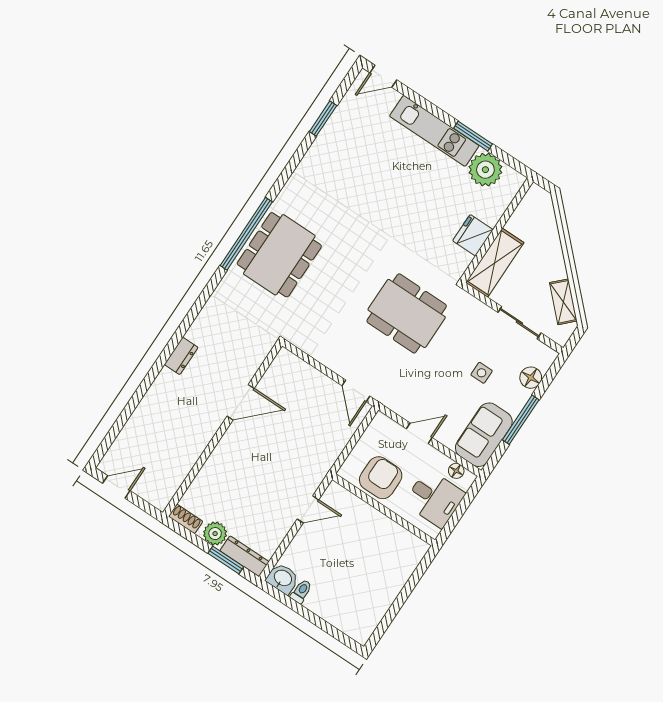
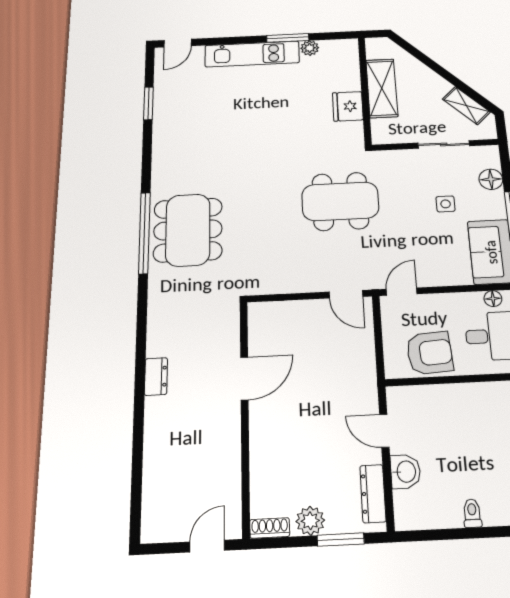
plant: (485, 170) -> (310, 48), width x0.53, depth x0.53
shelving: (495, 263) -> (382, 88), moved
door: (419, 433) -> (402, 292), moved
armchair: (381, 478) -> (430, 353), turned 86
door: (116, 487) -> (207, 546), moved
door: (308, 509) -> (384, 431), swing flipped
dresser: (245, 556) -> (373, 494), moved, turned -90
washbasin: (283, 578) -> (405, 472), moved, turned 90
toilet: (301, 591) -> (472, 513), moved

